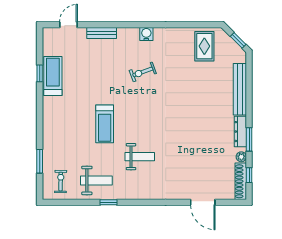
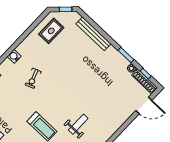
rug: (204, 46) -> (51, 31), turned 90
dresser: (240, 132) -> (117, 56), removed
door: (203, 202) -> (144, 105), moved

